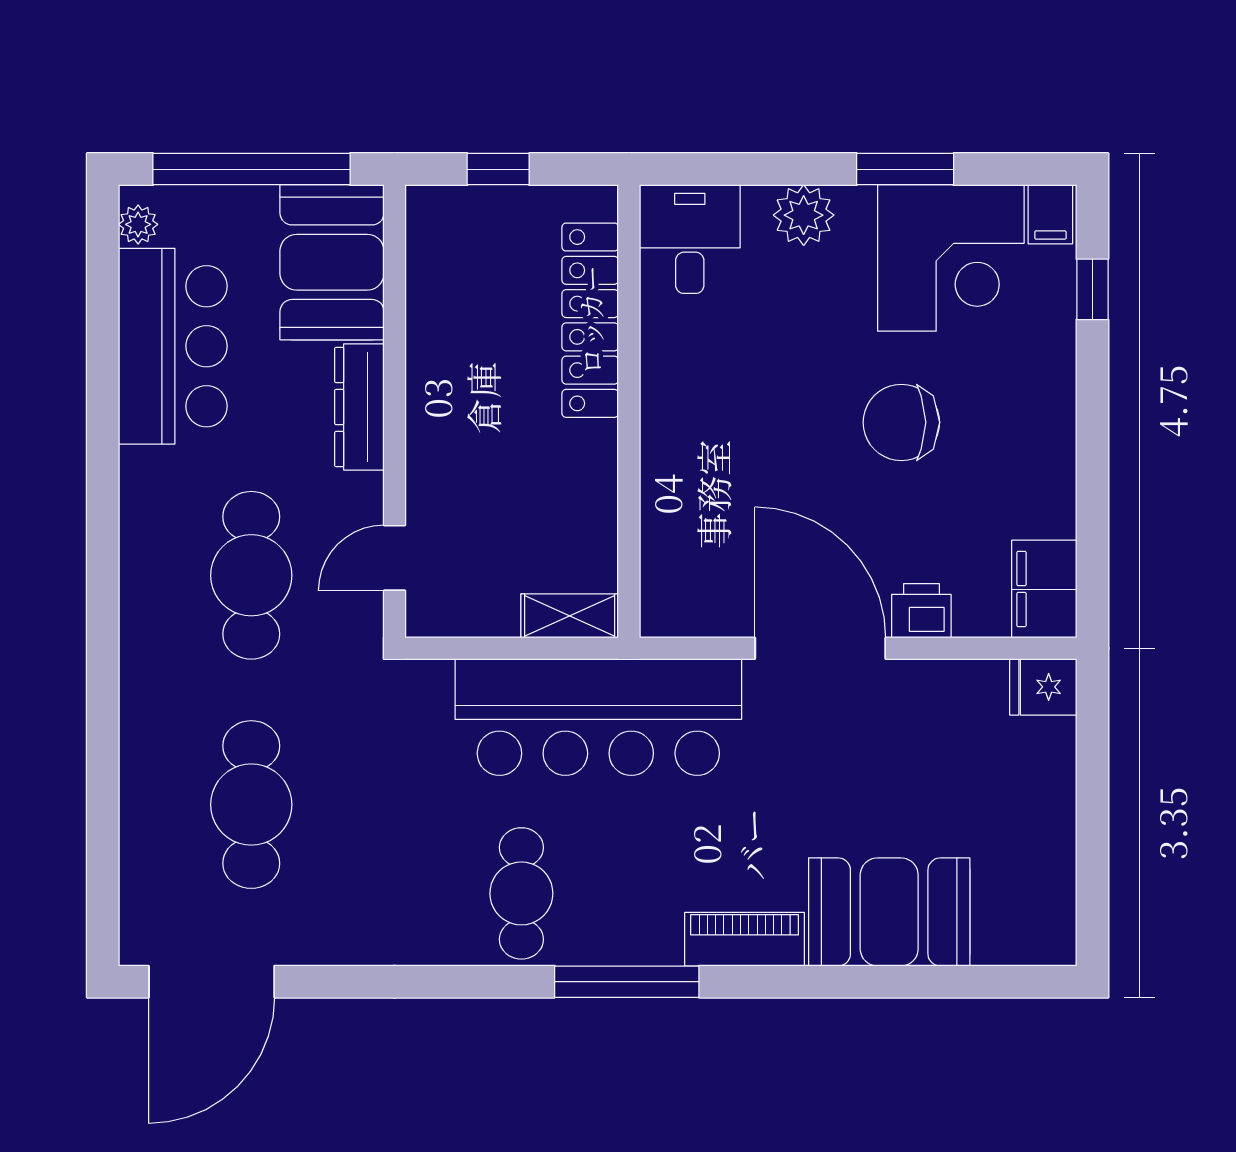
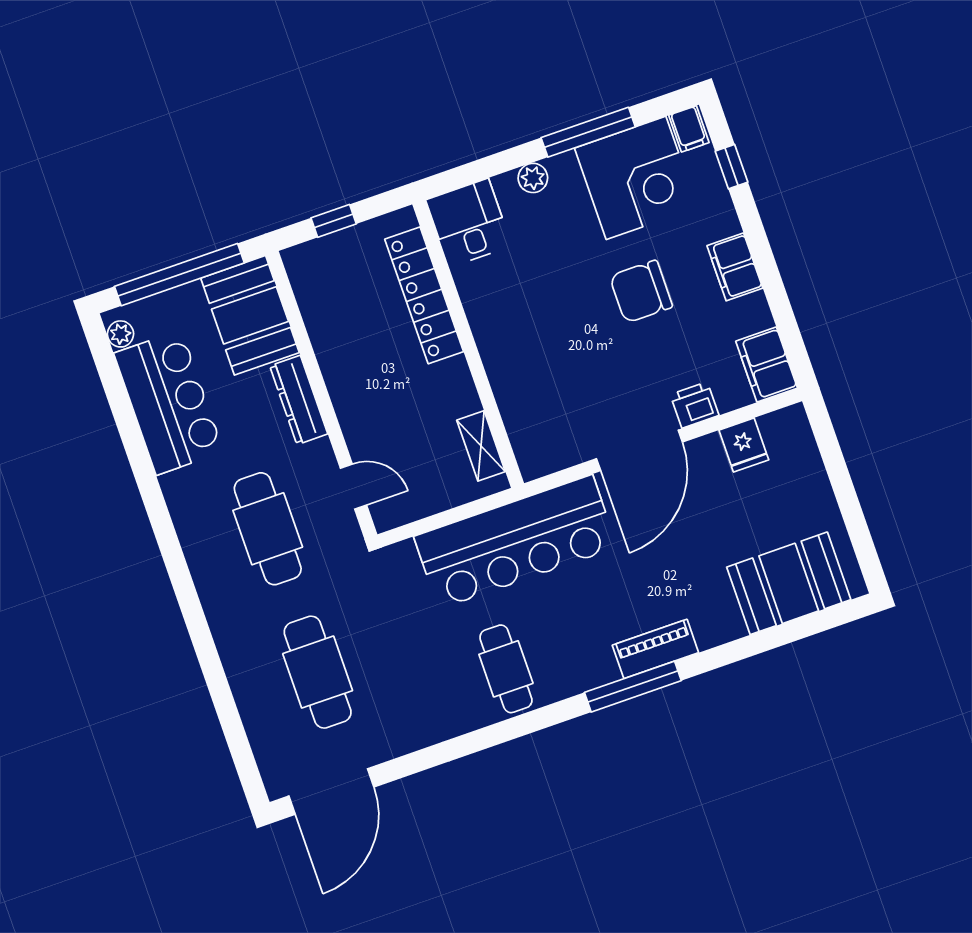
window: (905, 169) -> (588, 132), width x1.44
plant: (804, 215) -> (533, 178), width x0.73, depth x0.73
filing cabinet: (1047, 434) -> (735, 267), added
door: (394, 558) -> (353, 487), swing flipped
shelving: (570, 616) -> (481, 446), moved, turned 90
door: (820, 648) -> (639, 450), swing flipped
fridge: (1043, 687) -> (744, 445), moved, turned -90
booth: (889, 912) -> (789, 583), moved
window: (627, 982) -> (633, 687), moved

